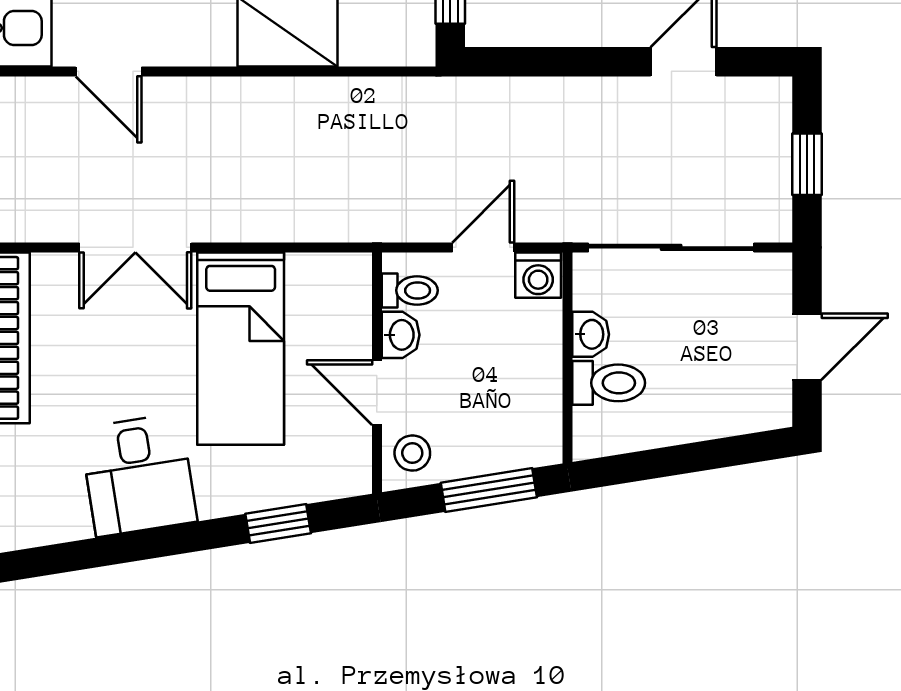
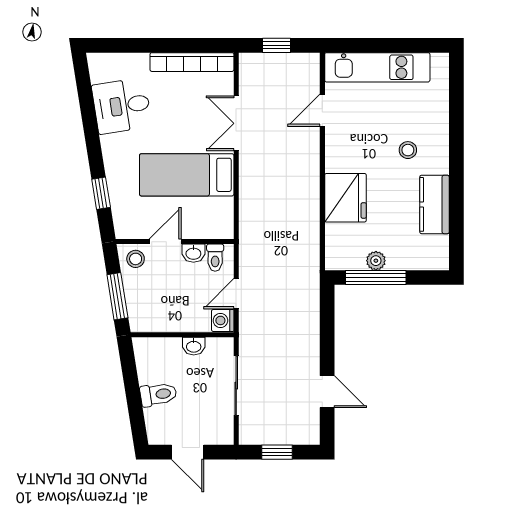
door: (483, 247) -> (236, 294), swing flipped
sliding door: (671, 247) -> (236, 386), width x0.73
toilet: (609, 383) -> (158, 394), moved, turned -99
desk: (138, 475) -> (122, 106), moved

